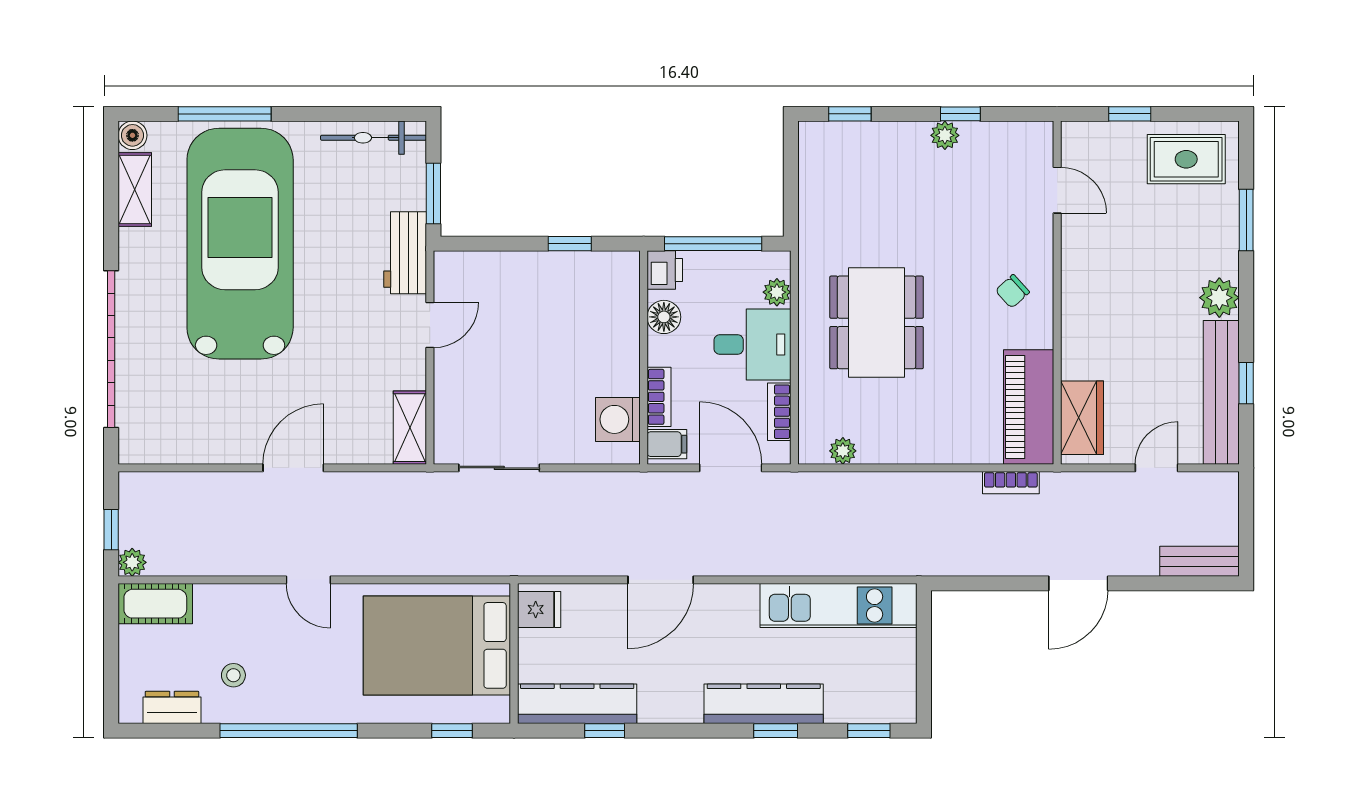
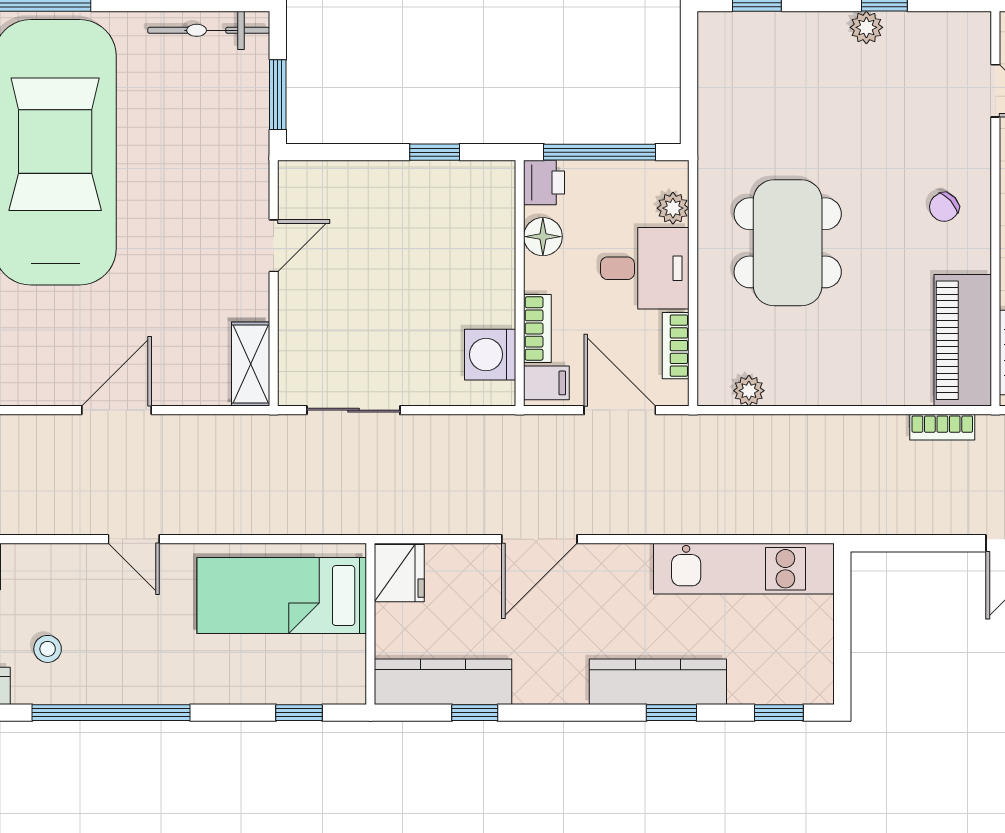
workbench: (405, 253) -> (245, 163), removed
fridge: (539, 609) -> (399, 573), width x1.38
bed: (437, 645) -> (282, 596), width x0.67

